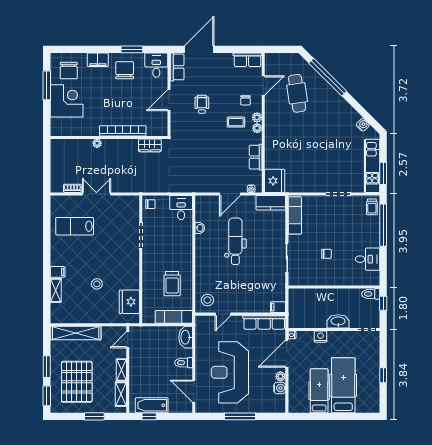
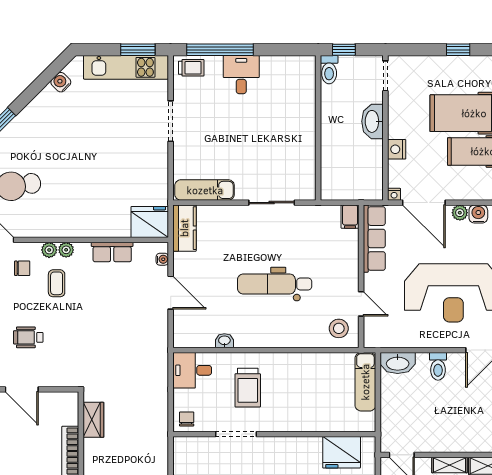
dental chair: (235, 241) -> (275, 284), moved
chair: (327, 254) -> (265, 140), removed
desk: (368, 259) -> (241, 75), moved
trolley: (172, 284) -> (248, 388), moved, turned 90

